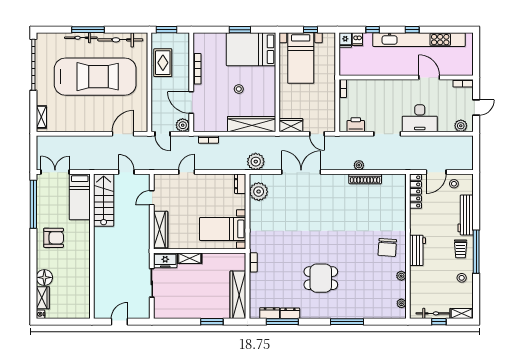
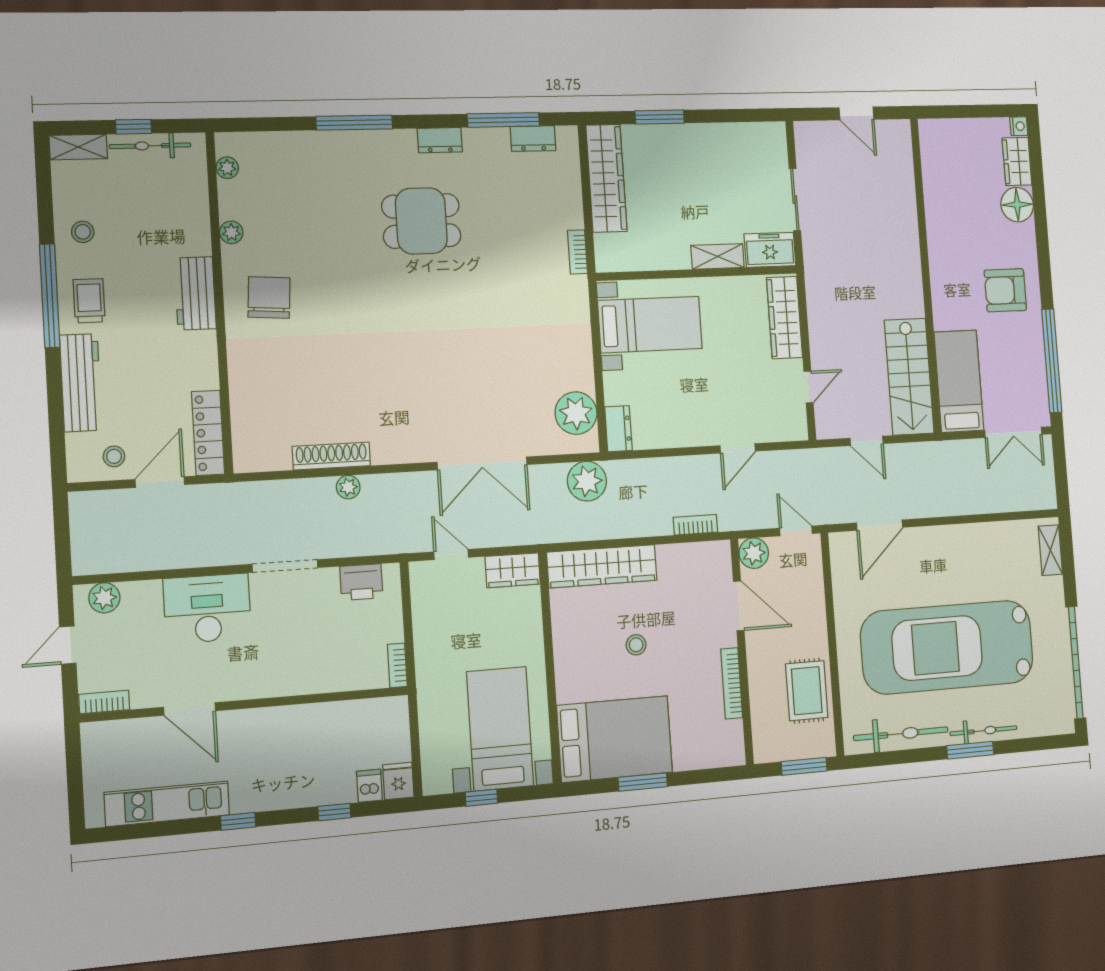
window: (88, 30) -> (970, 750), width x0.69
kitchen unit: (419, 40) -> (167, 804), width x0.54
dresser: (290, 313) -> (440, 140), moved
door: (119, 322) -> (857, 113), hinge flipped

